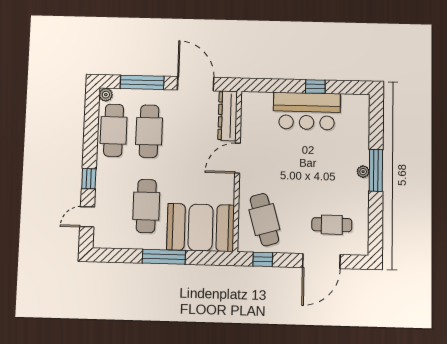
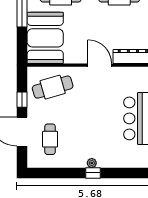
window: (376, 170) -> (93, 173), width x0.46
window: (263, 259) -> (22, 100), moved

